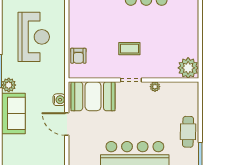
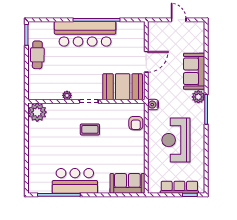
armchair: (78, 56) -> (136, 123), turned 180
water cooler: (59, 100) -> (153, 105), moved
door: (67, 124) -> (146, 62), hinge flipped

